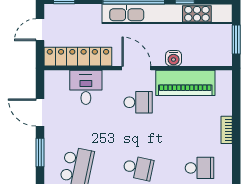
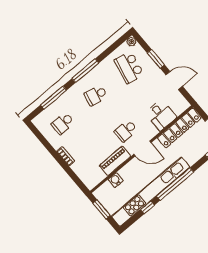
water cooler: (174, 58) -> (116, 180), moved
piano: (185, 83) -> (115, 161), width x0.73, depth x0.75

